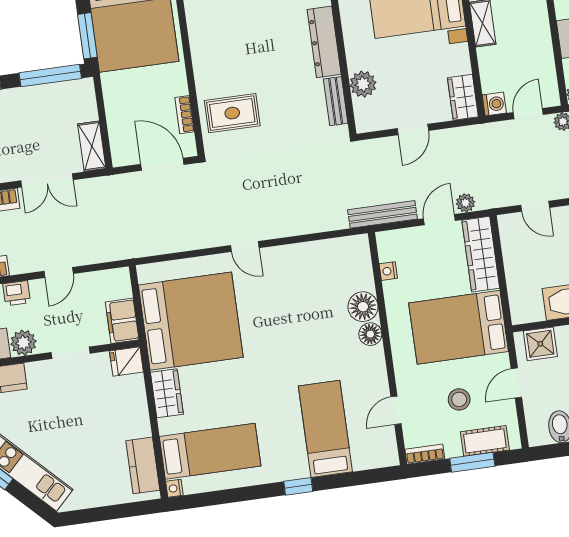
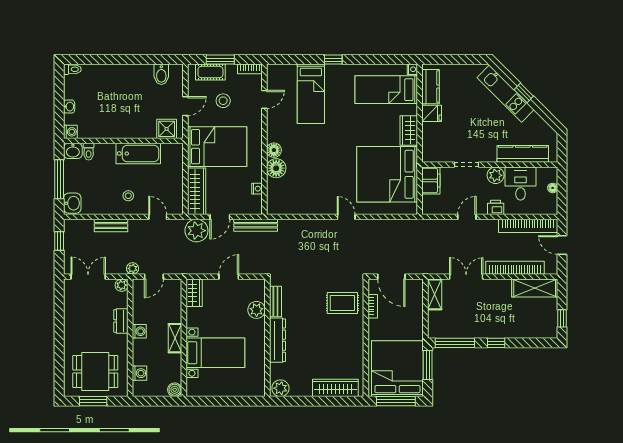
washing machine: (494, 104) -> (139, 331), moved, turned 180
plant: (465, 203) -> (196, 231), width x1.87, depth x1.87
fridge: (126, 362) -> (432, 113), moved

